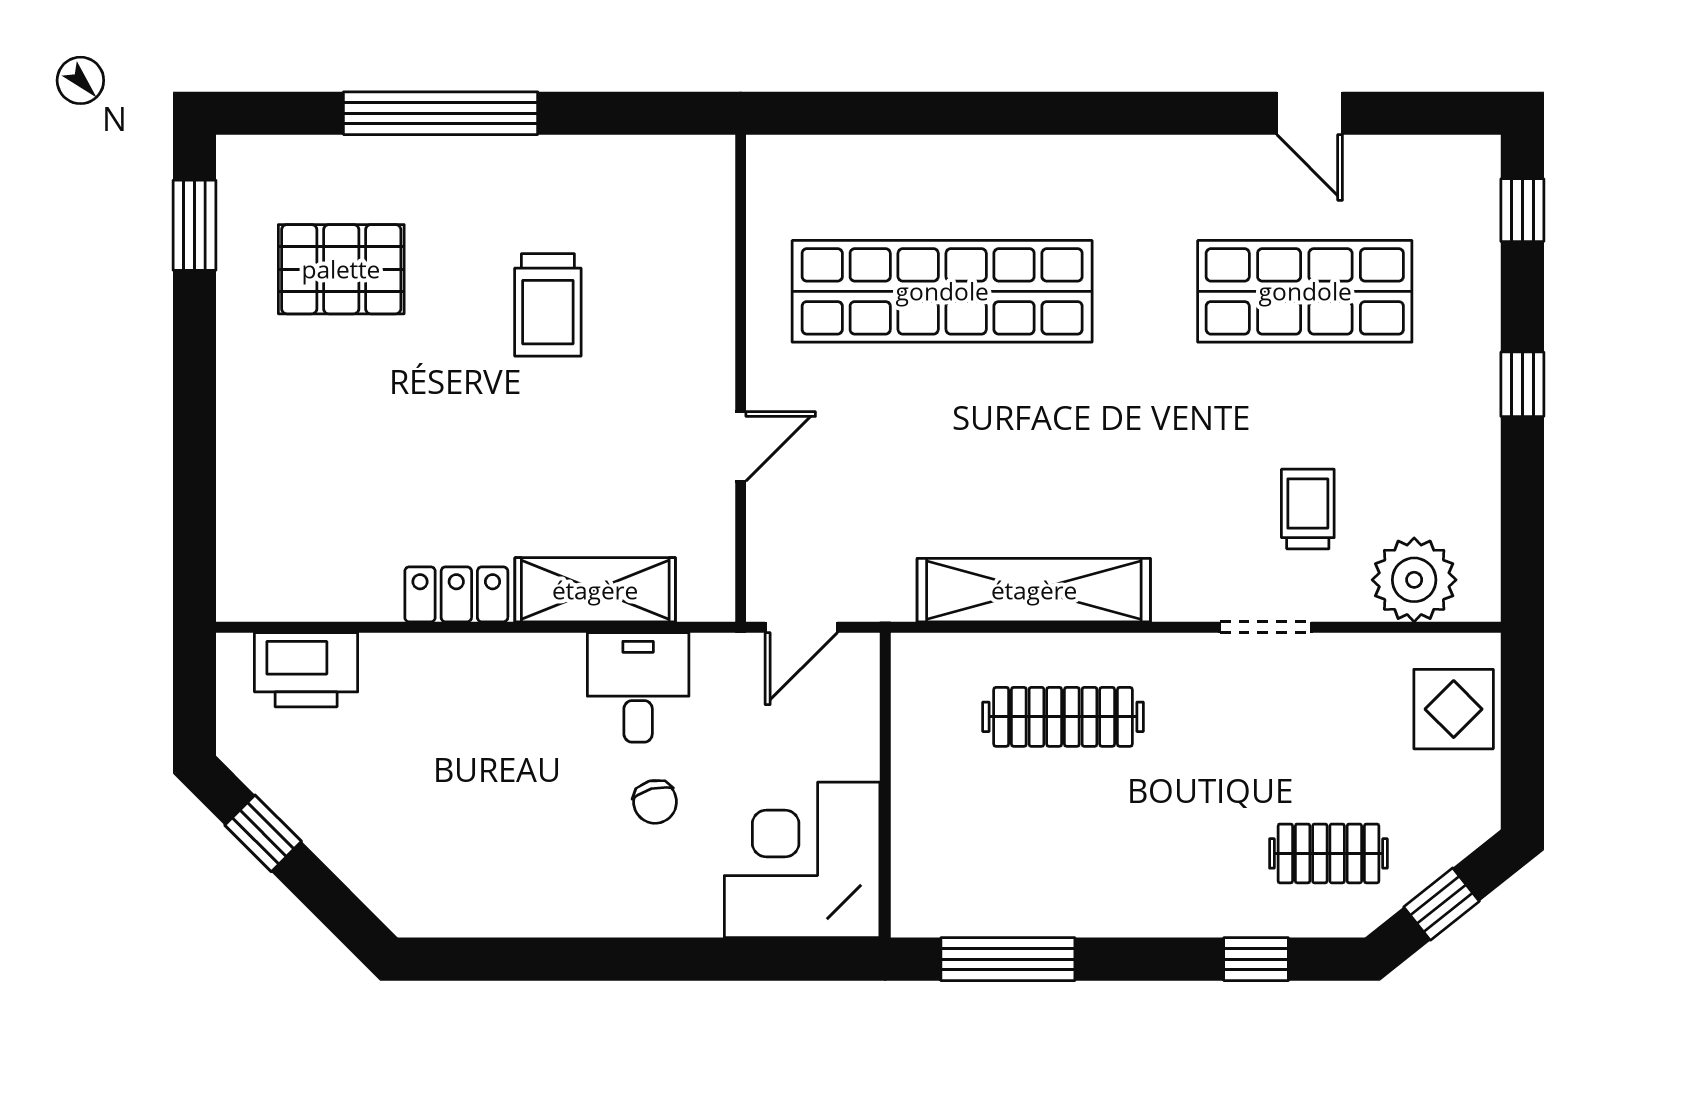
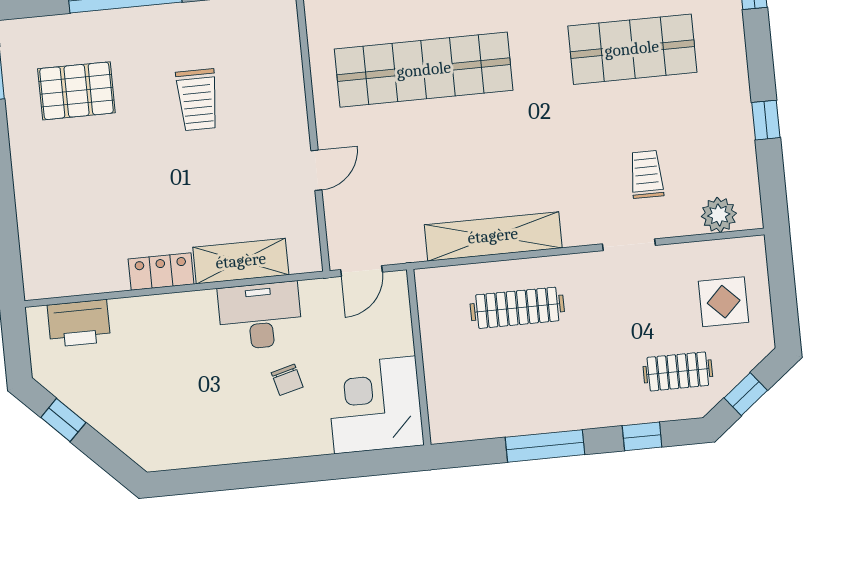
window: (1522, 384) -> (766, 120), moved
plant: (1414, 580) -> (719, 215), width x0.73, depth x0.73
desk: (638, 687) -> (260, 316), width x1.37
display table: (1454, 709) -> (724, 302), moved
window: (1008, 959) -> (545, 446), moved

